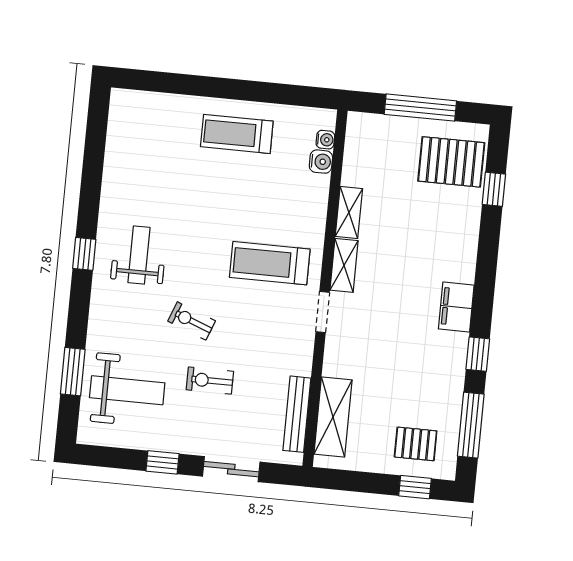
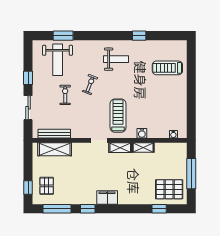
treadmill: (237, 134) -> (167, 68), moved, turned -90
water cooler: (321, 162) -> (142, 133), moved
pallet: (451, 162) -> (169, 189), turned 90
window: (84, 254) -> (139, 36), moved

